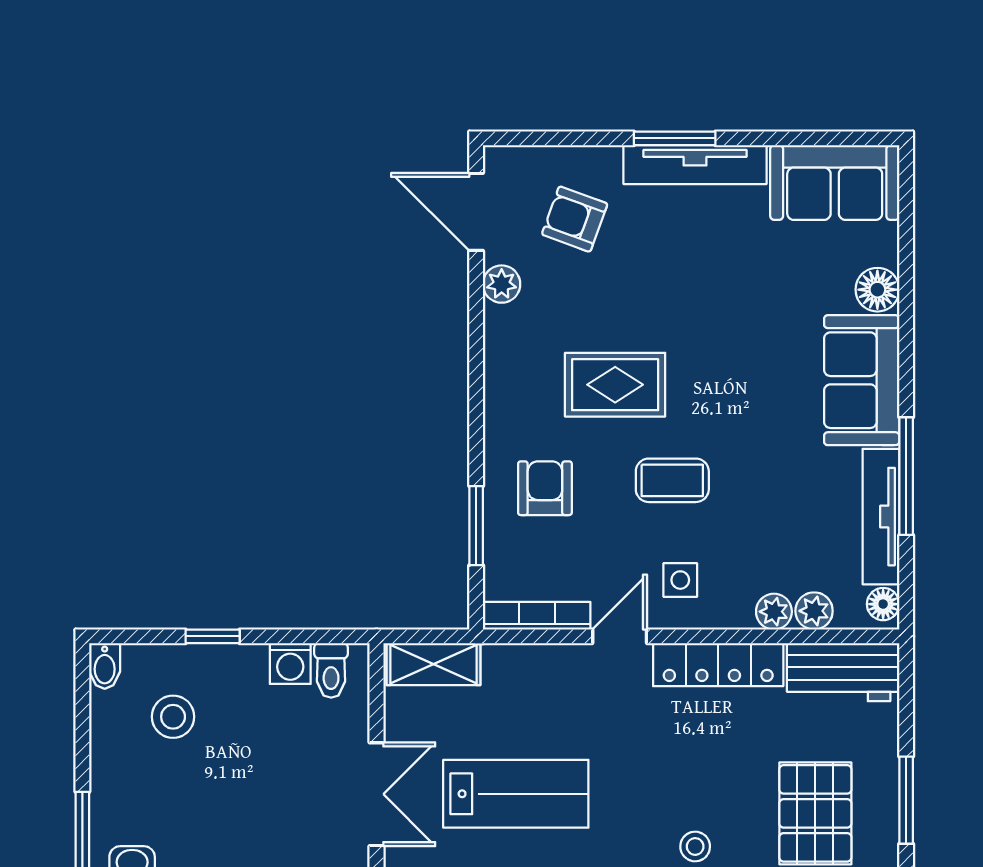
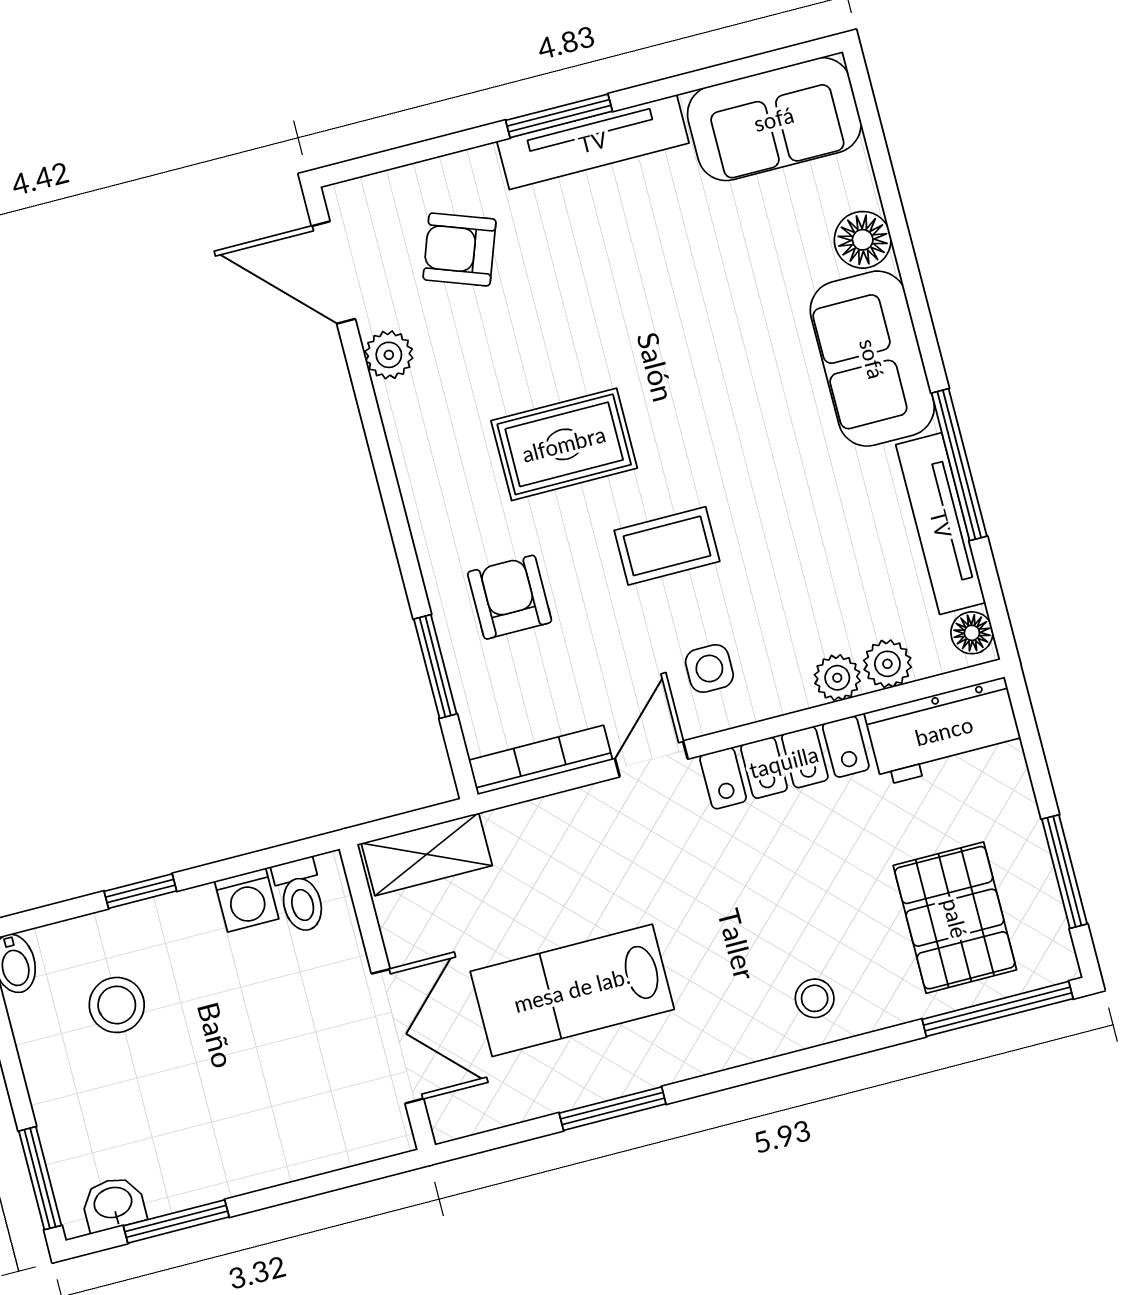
lab bench: (516, 794) -> (572, 990), turned 180

